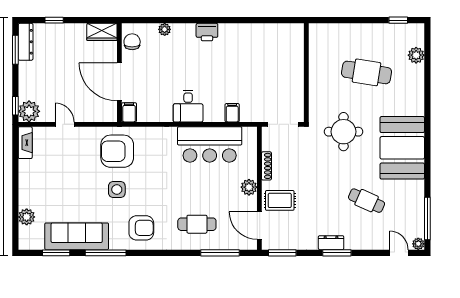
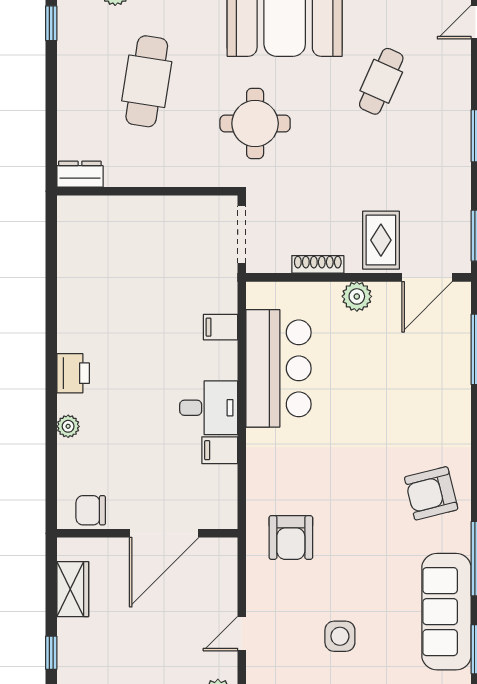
plant: (165, 29) -> (68, 426), moved
wardrobe: (102, 32) -> (73, 589), moved
filing cabinet: (129, 112) -> (220, 450), moved
armchair: (117, 151) -> (291, 538), width x0.73, depth x0.73
side table: (117, 189) -> (340, 636), moved
cafe table: (197, 224) -> (424, 392), removed
armchair: (141, 228) -> (431, 493), turned -104
dresser: (331, 243) -> (80, 174), moved, turned 90

